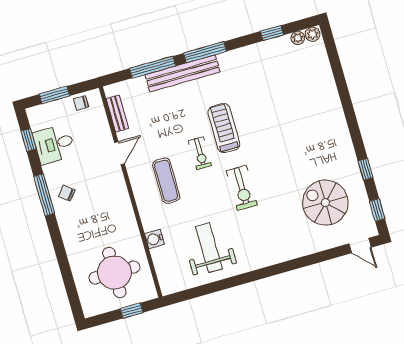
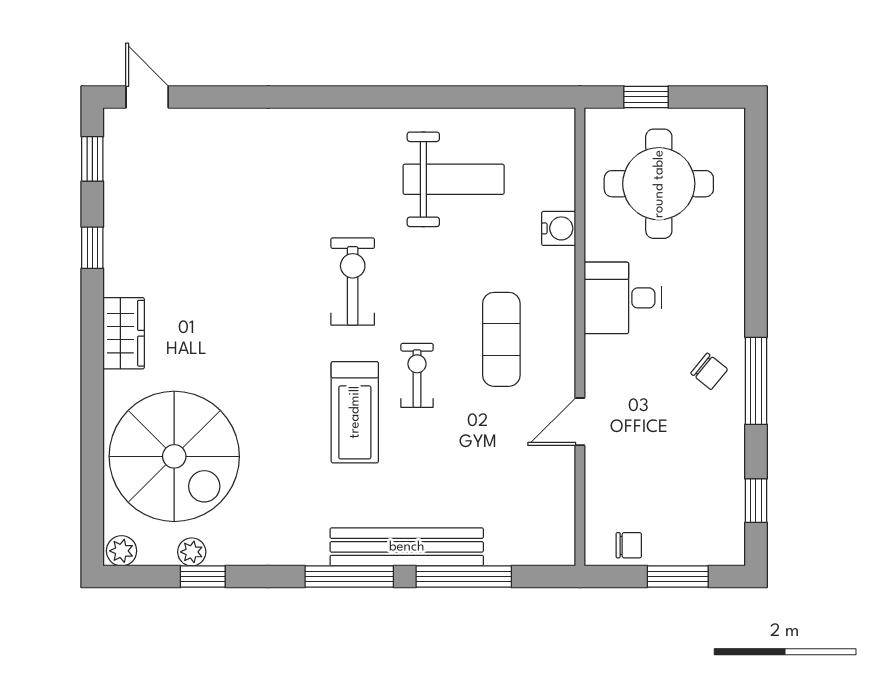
plant: (298, 38) -> (192, 552), moved
bench: (117, 114) -> (561, 503), removed
wardrobe: (340, 134) -> (124, 333), added
desk: (54, 144) -> (623, 298), moved, turned 180
spiral stairs: (325, 203) -> (174, 456), moved, width x1.37, depth x1.37
weight bench: (209, 248) -> (454, 179), turned -90

